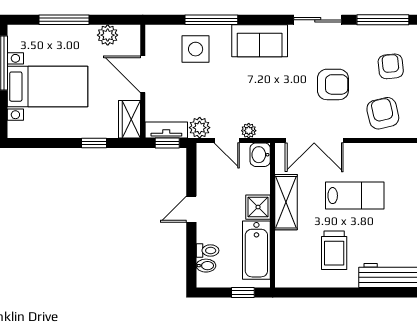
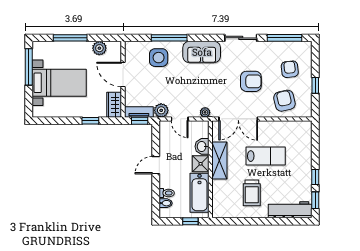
plant: (249, 131) -> (205, 112), moved
washbasin: (260, 155) -> (202, 146), moved

